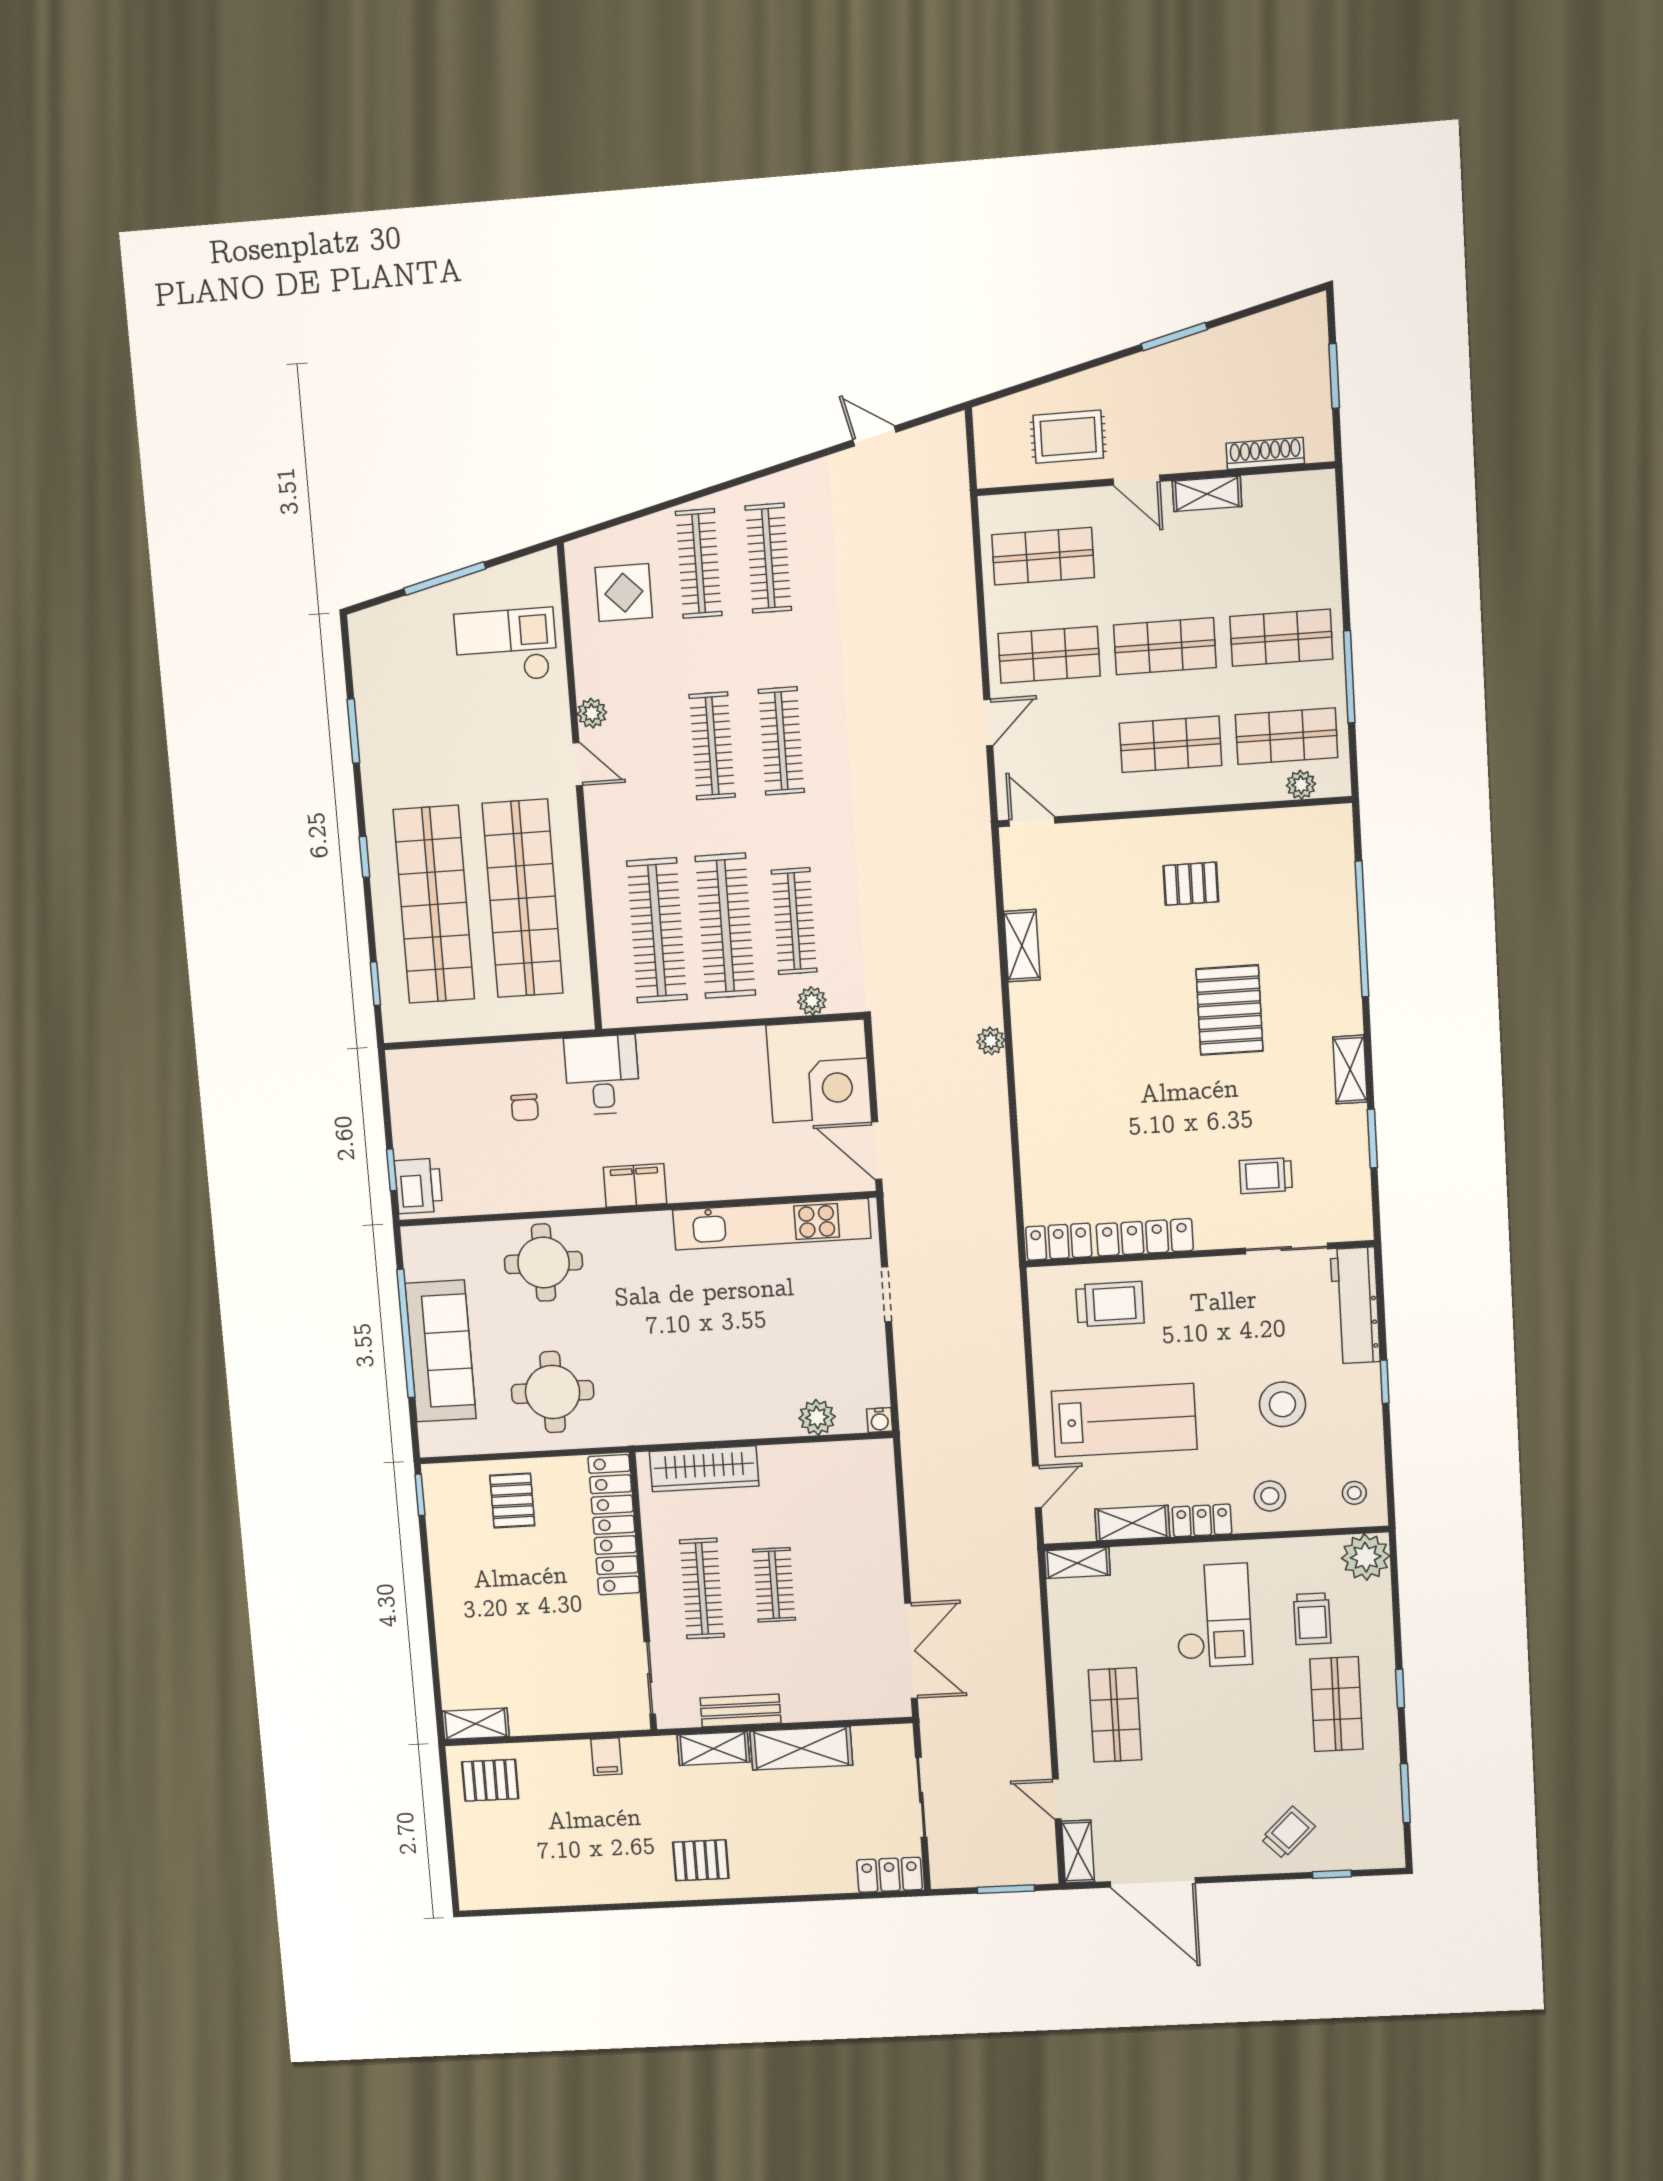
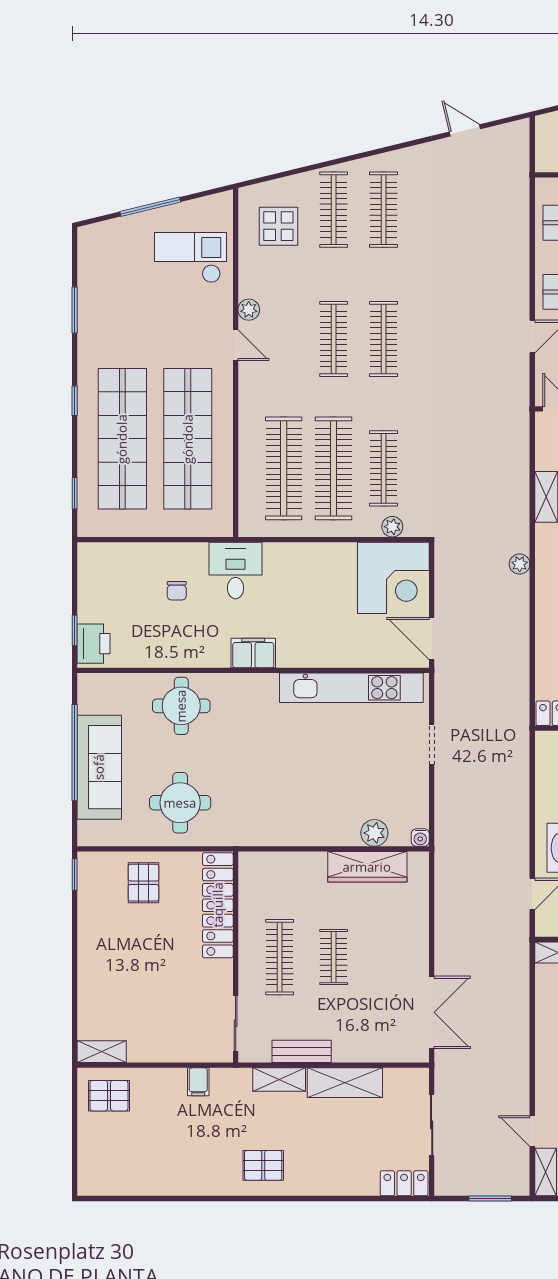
wardrobe: (704, 1469) -> (367, 867), moved

